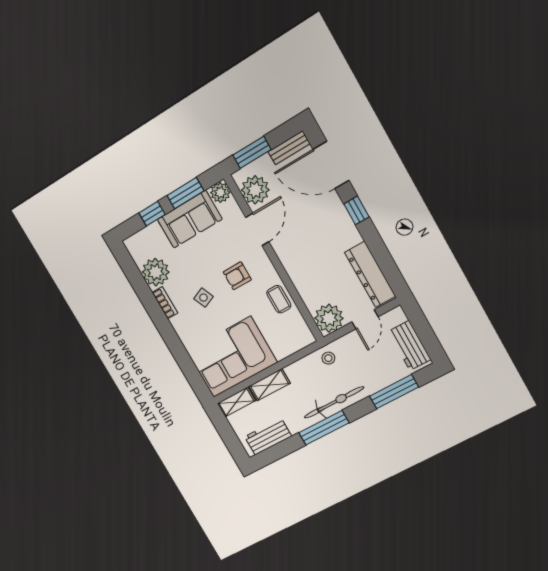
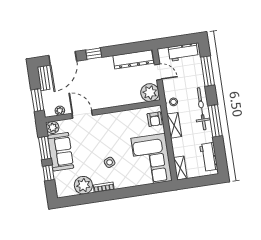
plant: (255, 190) -> (60, 111), width x0.53, depth x0.53
armchair: (237, 276) -> (155, 119), moved
coffee table: (279, 299) -> (128, 118), removed
shelving: (269, 385) -> (174, 125), moved

